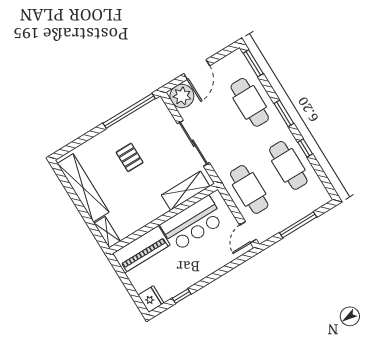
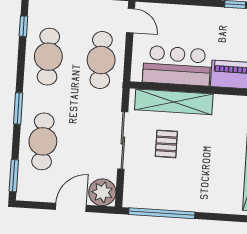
window: (305, 148) -> (23, 26), moved
pallet: (130, 157) -> (166, 144), moved
shelving: (186, 191) -> (174, 102), width x1.47
door: (248, 232) -> (131, 21), hinge flipped

